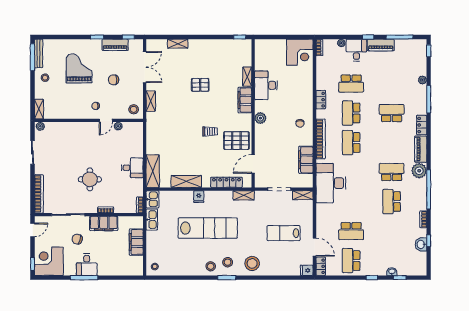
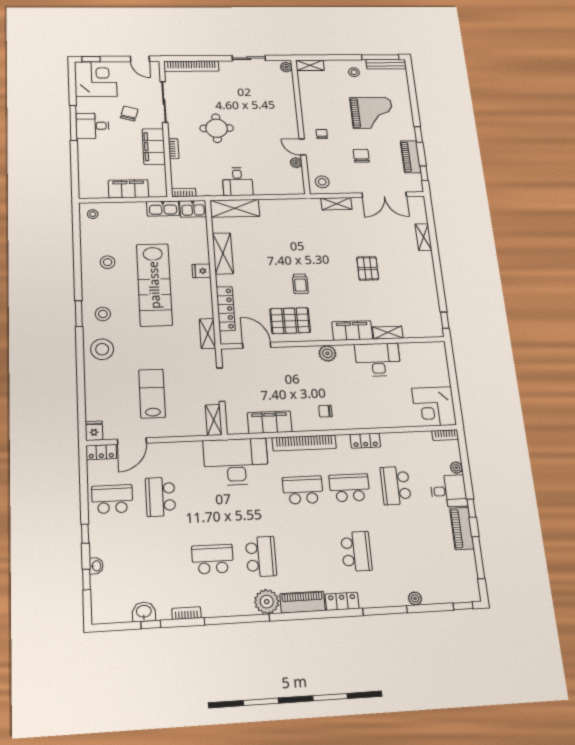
pallet: (236, 141) -> (290, 321), turned 90
stool: (211, 266) -> (108, 262), moved

